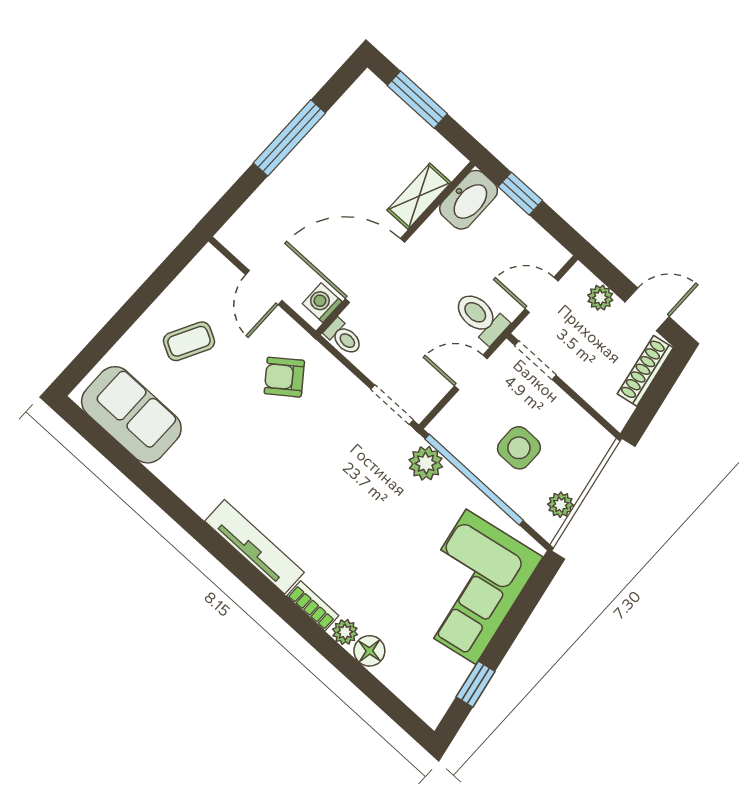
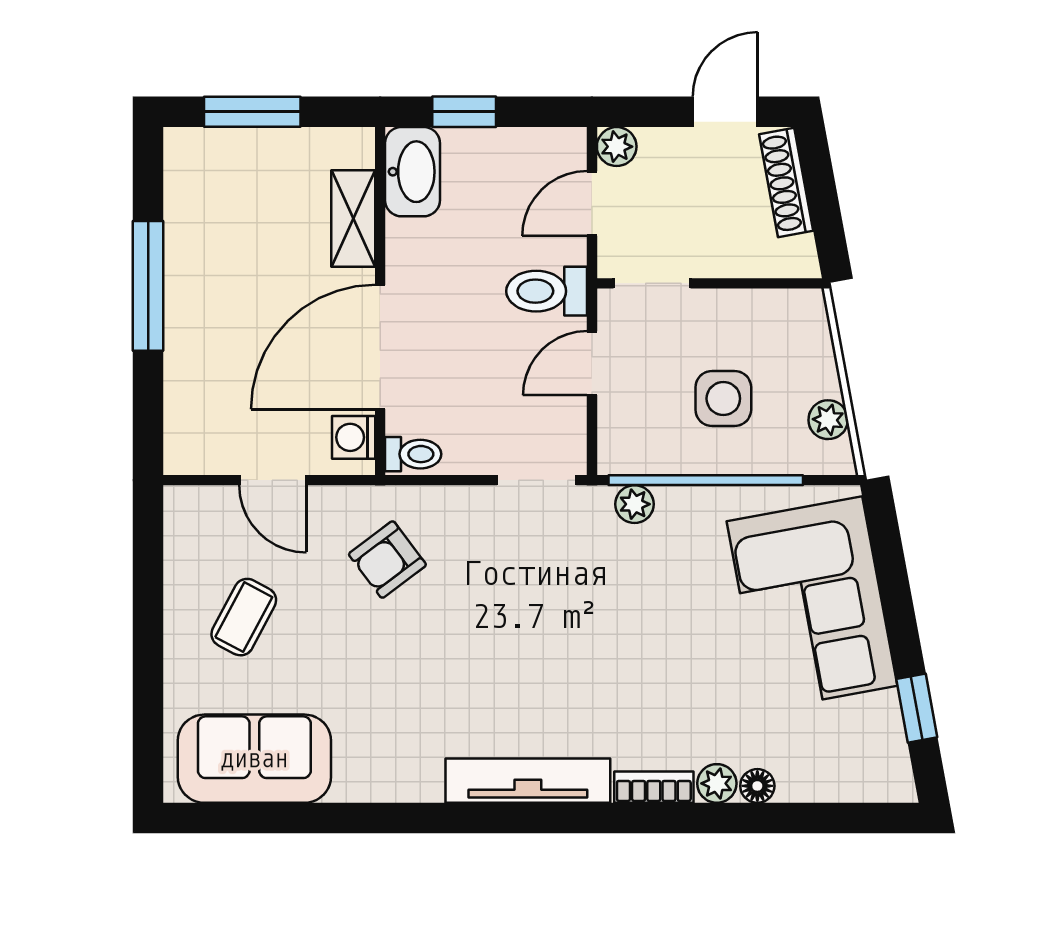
plant: (600, 298) -> (617, 147), moved
plant: (426, 463) -> (635, 504), width x0.73, depth x0.73
floor lamp: (369, 651) -> (757, 786), width x0.73, depth x0.73

